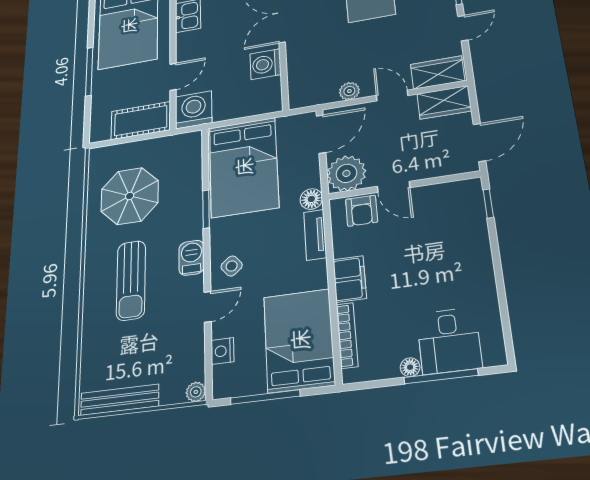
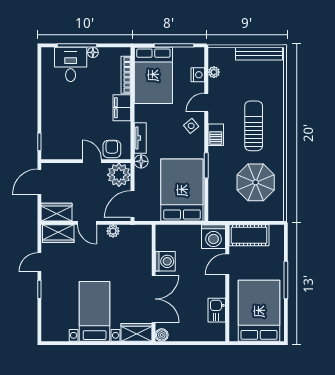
plant: (196, 392) -> (214, 72), moved

